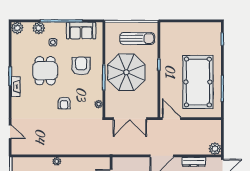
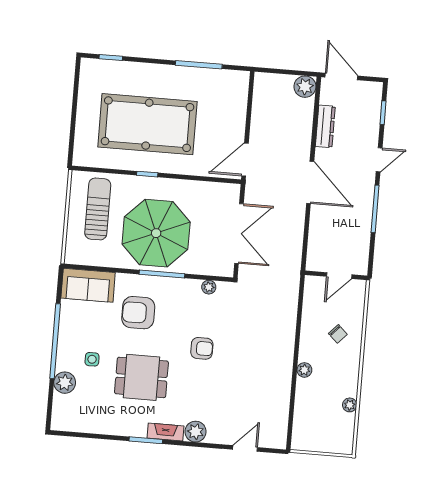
plant: (17, 28) -> (196, 432), moved
sofa: (81, 30) -> (88, 285), moved, turned 90
pool table: (198, 82) -> (147, 124), moved

